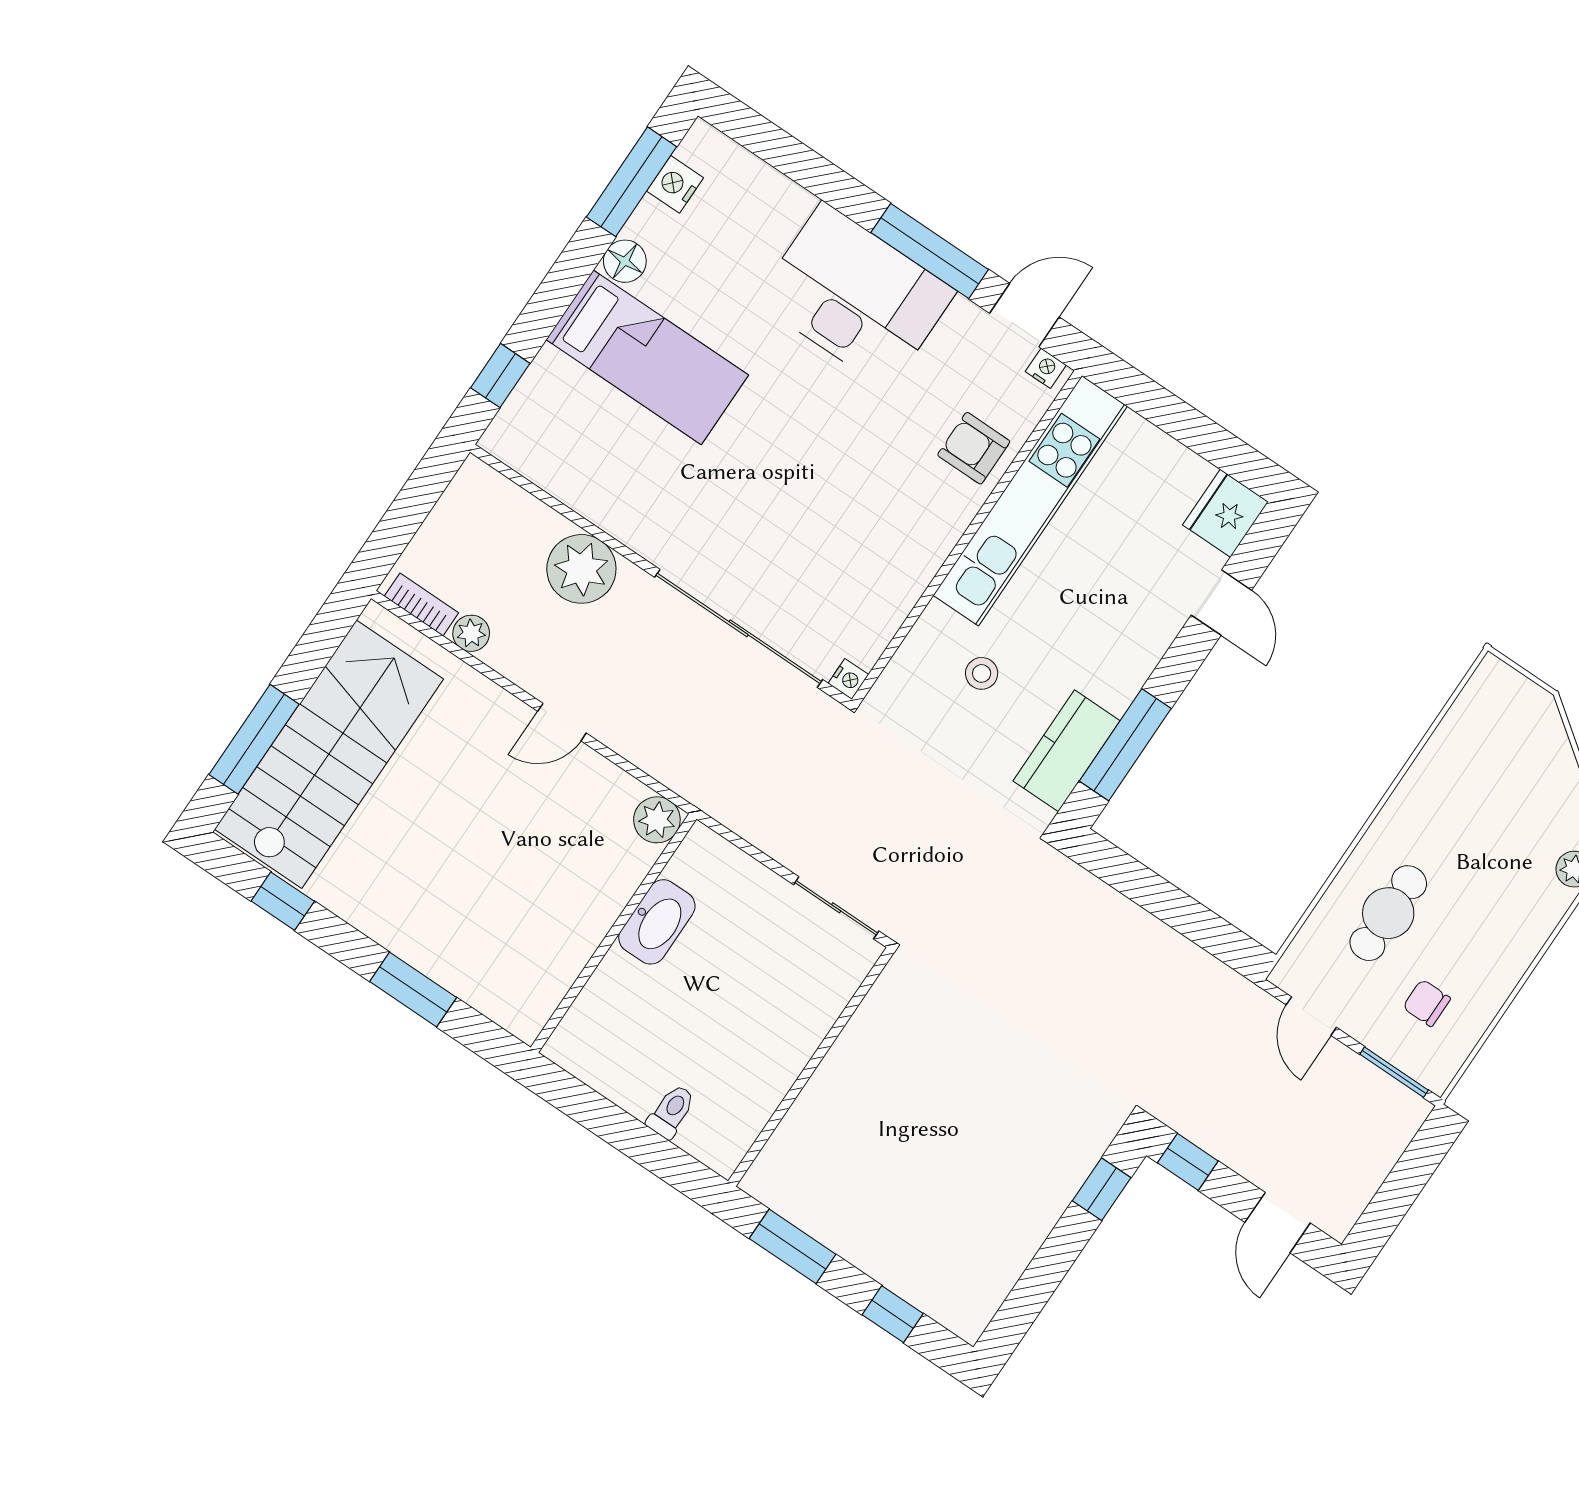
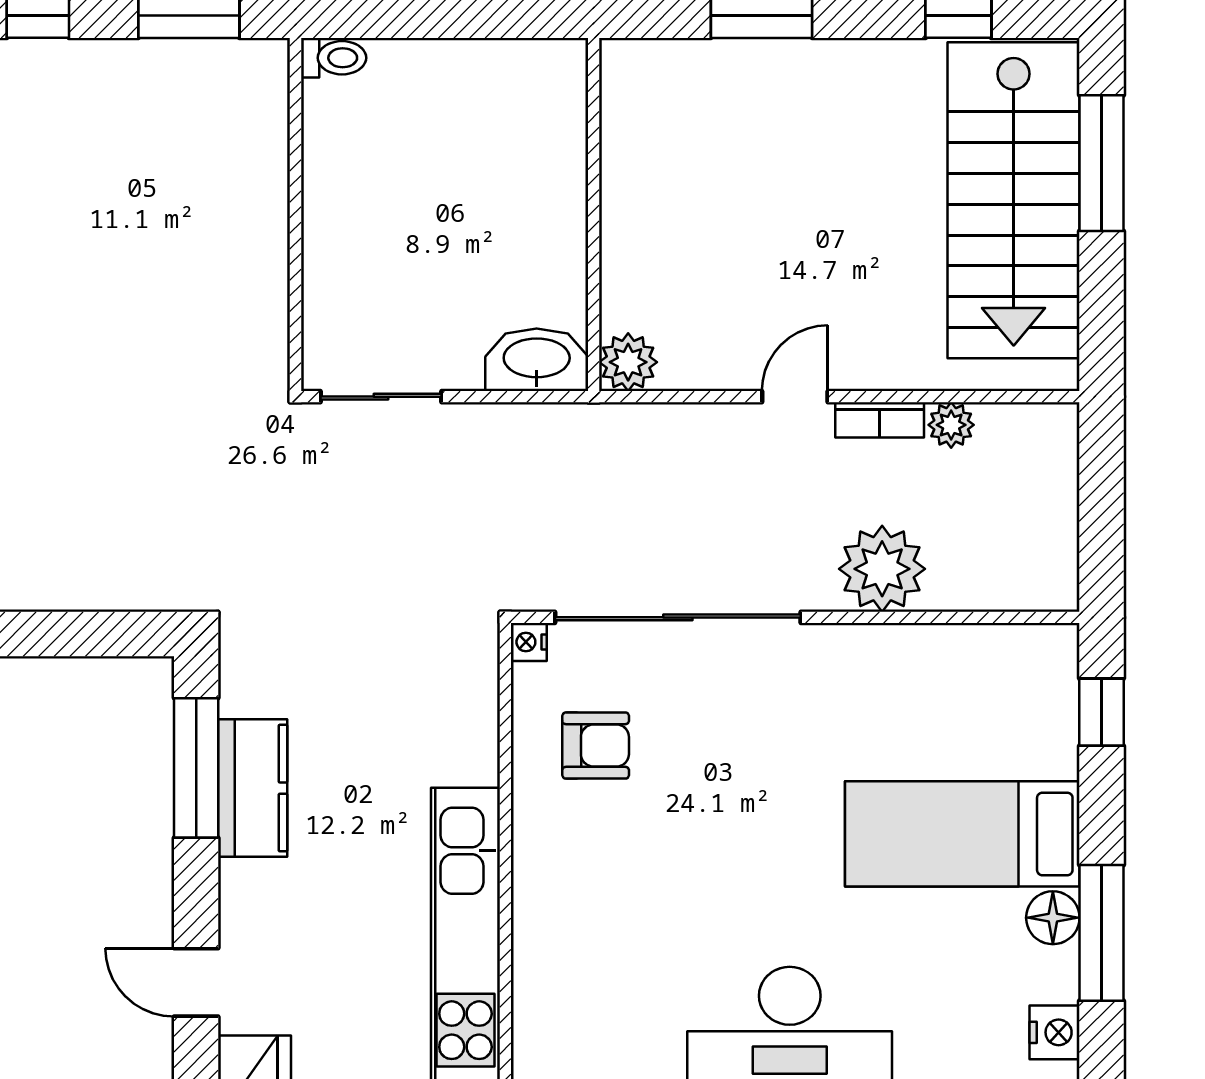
window: (632, 182) -> (1102, 933), moved
armchair: (974, 448) -> (596, 746), moved
bookcase: (421, 605) -> (880, 420), moved
stool: (982, 673) -> (395, 741), removed
kitchen counter: (1066, 751) -> (253, 788), moved
washbasin: (657, 922) -> (537, 360), moved, turned 90
toilet: (671, 1111) -> (334, 58), moved, turned -90

